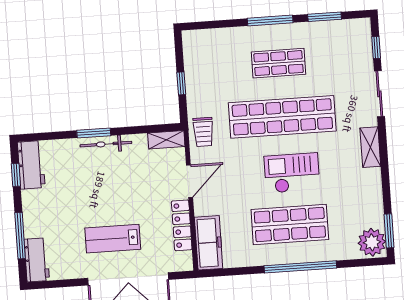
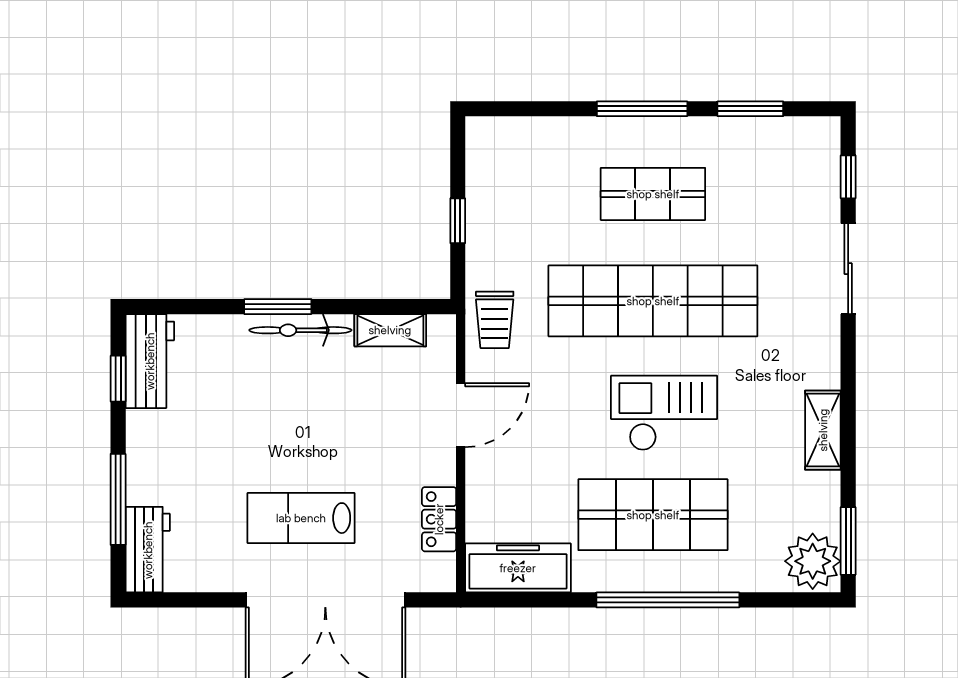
shelving: (166, 140) -> (390, 330), moved
shelving: (370, 147) -> (823, 430), moved
locker: (182, 225) -> (439, 519), width x0.66
freezer: (209, 243) -> (518, 568), moved, turned -90

